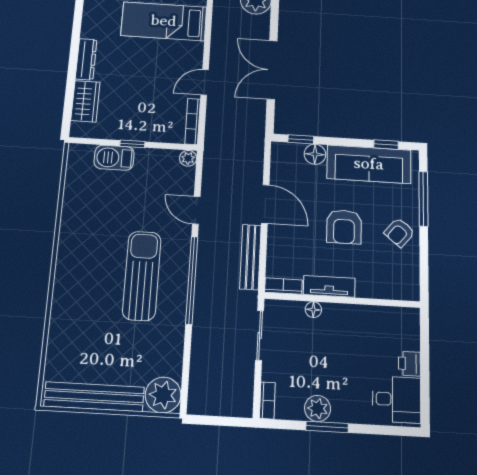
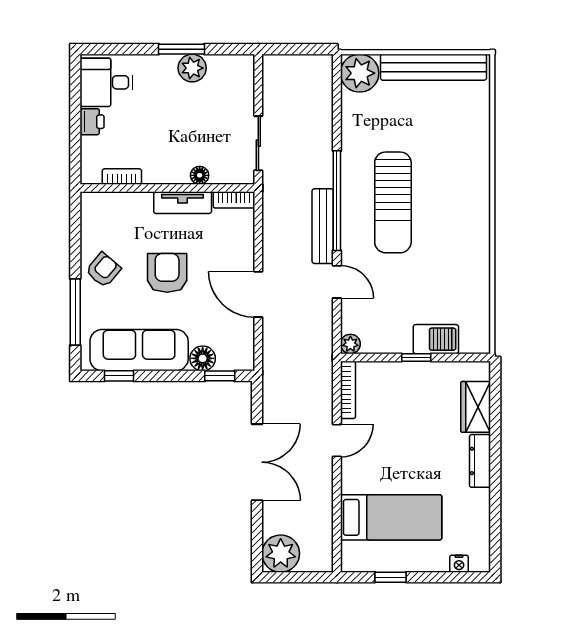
bench: (250, 257) -> (323, 226), moved
bookcase: (267, 400) -> (122, 176), moved, turned 90

